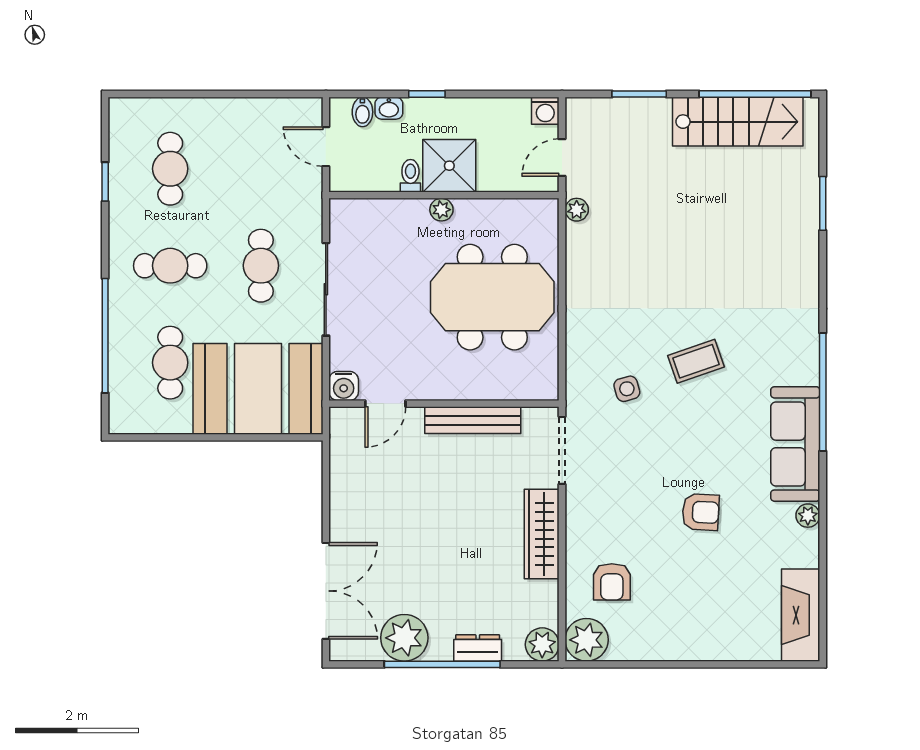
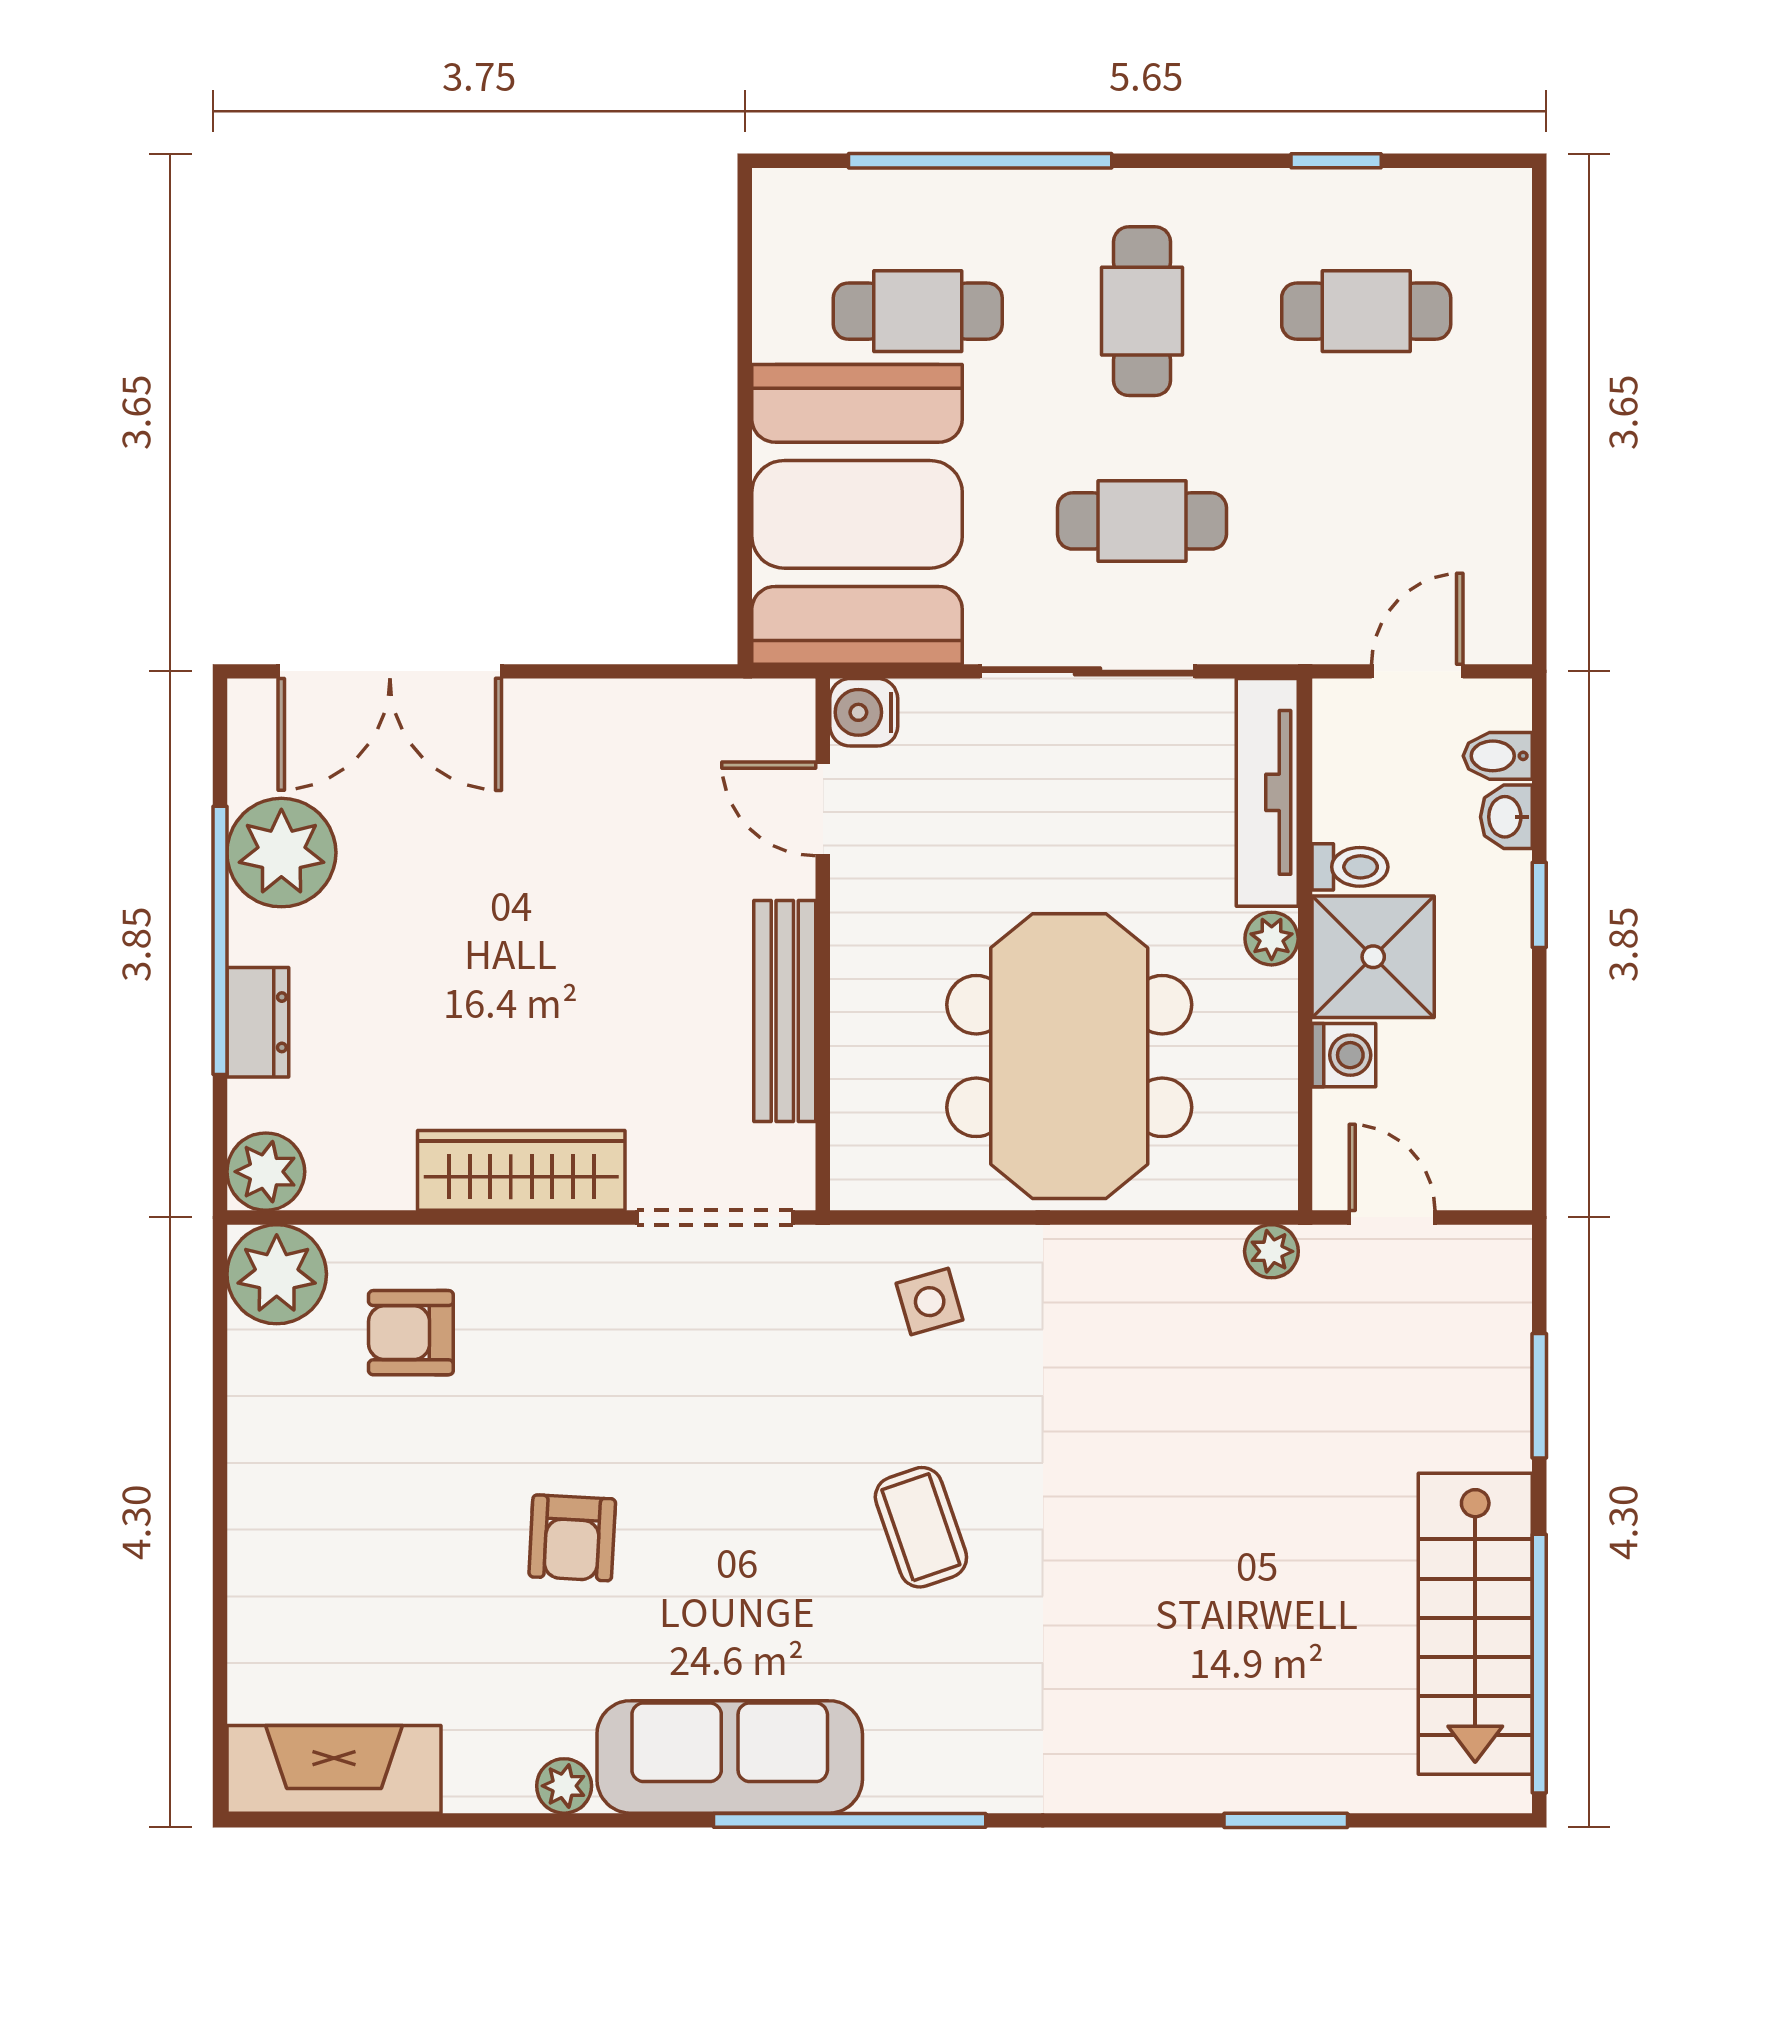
washing machine: (545, 111) -> (1344, 1055), moved, turned 180
tv unit: (378, 212) -> (1267, 792), added
side table: (627, 389) -> (930, 1302), moved

